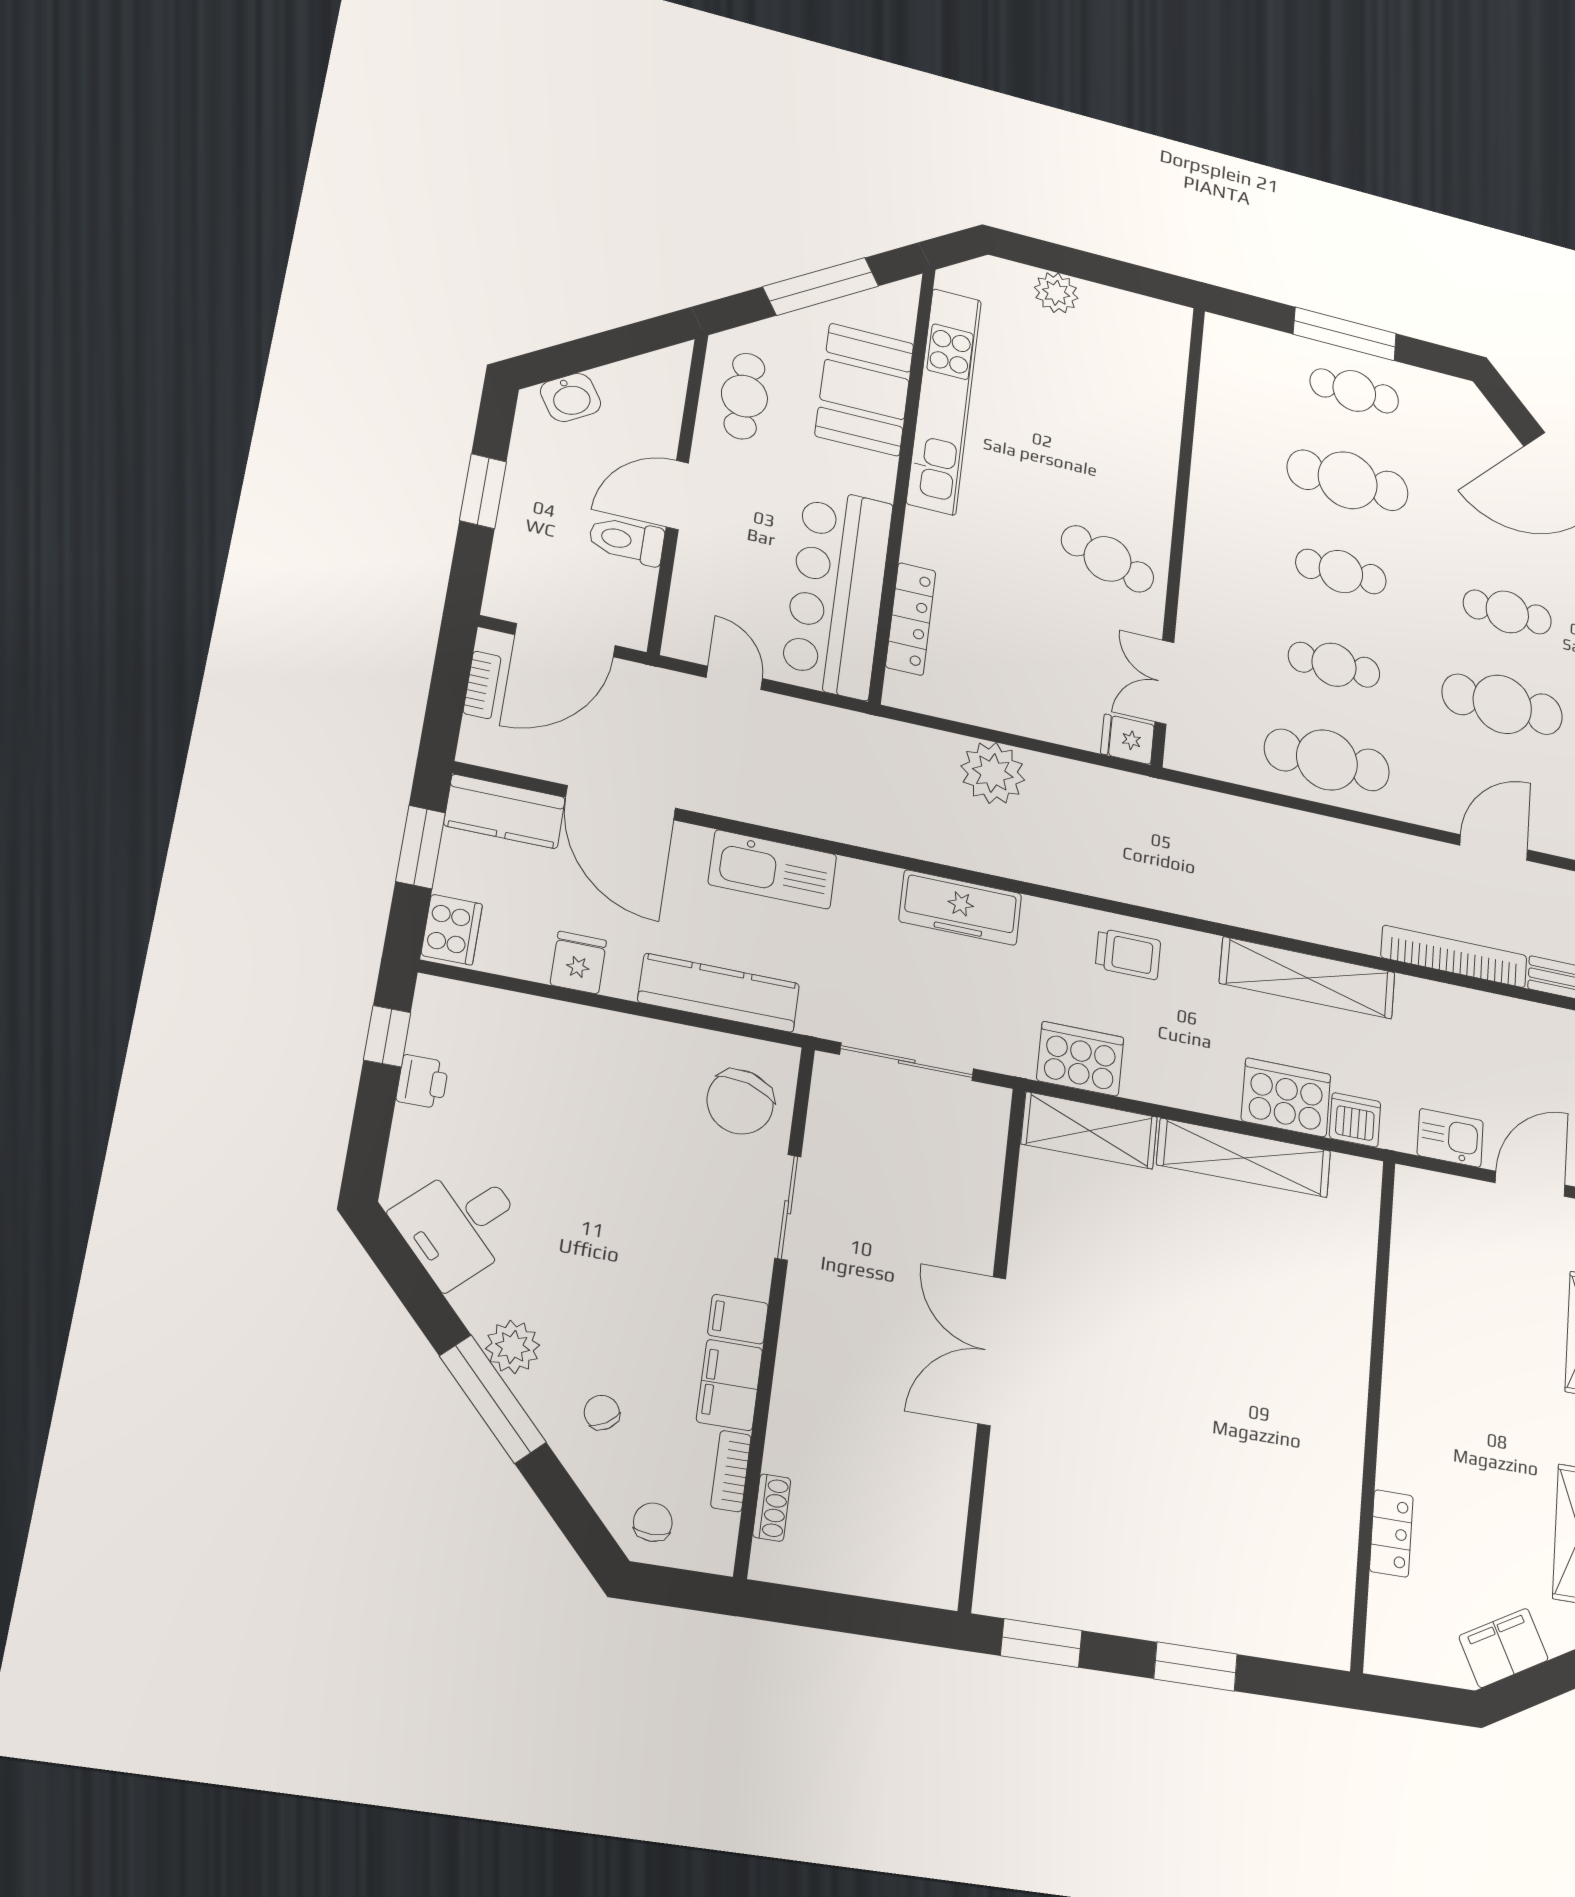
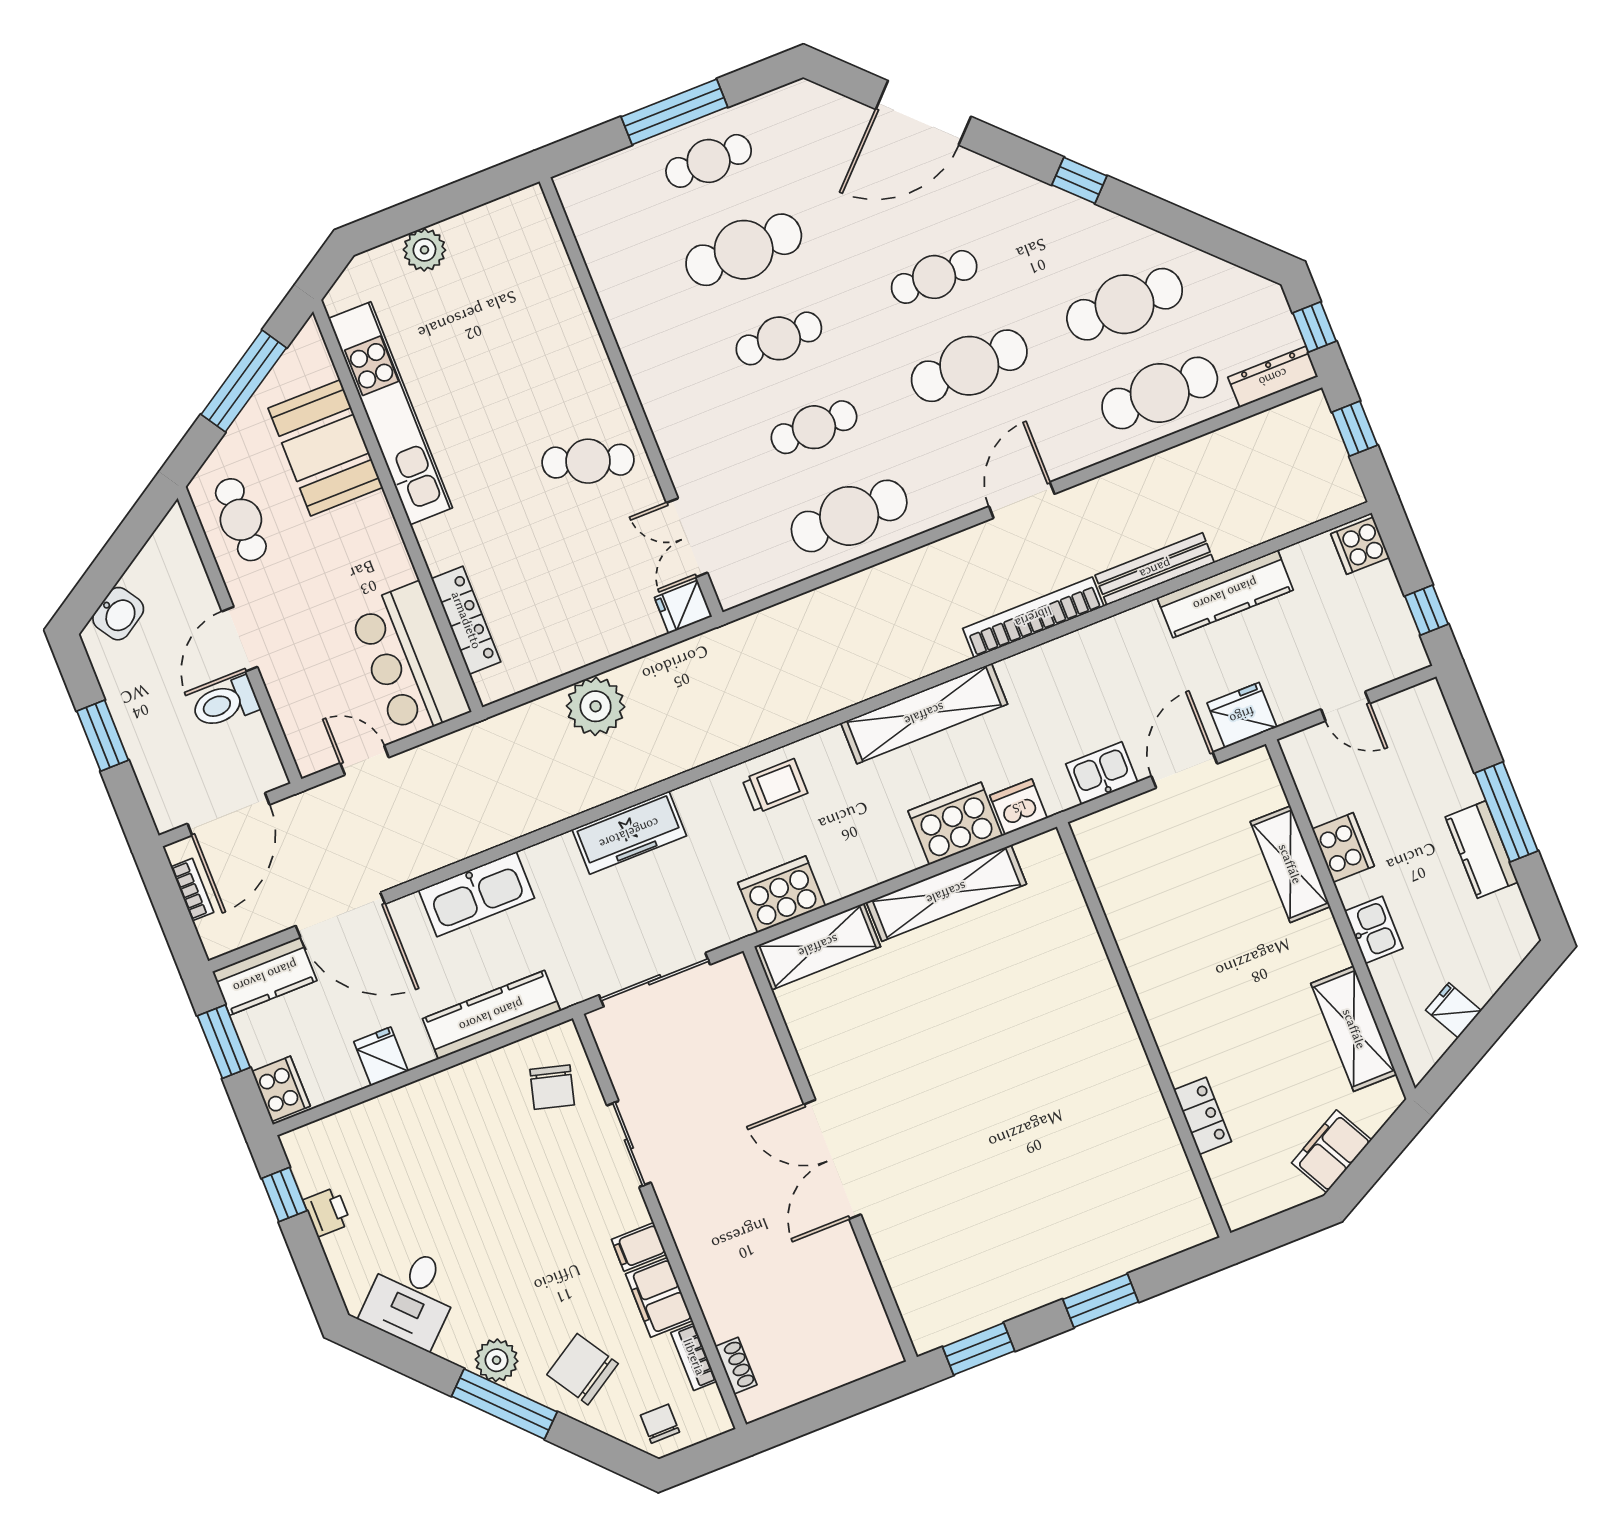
bar counter: (837, 592) -> (409, 660), width x0.73
chair: (740, 1102) -> (552, 1087), width x0.73, depth x0.73
chair: (602, 1412) -> (583, 1369), width x1.87, depth x1.87

